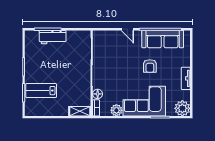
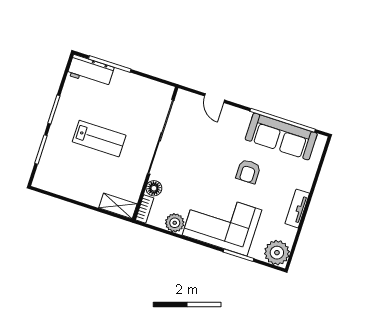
door: (127, 29) -> (214, 98), moved
workbench: (53, 37) -> (91, 71), moved
lab bench: (41, 91) -> (99, 139), moved, turned 180

